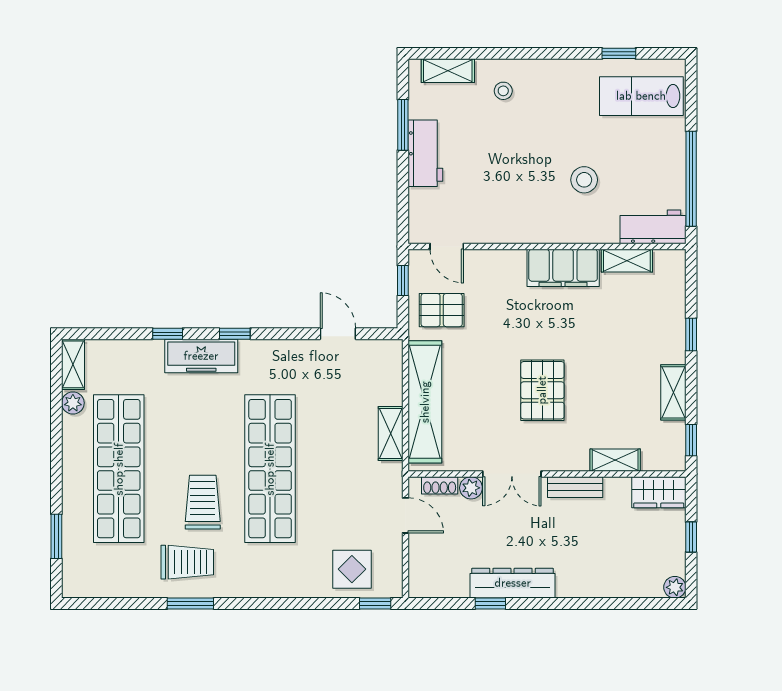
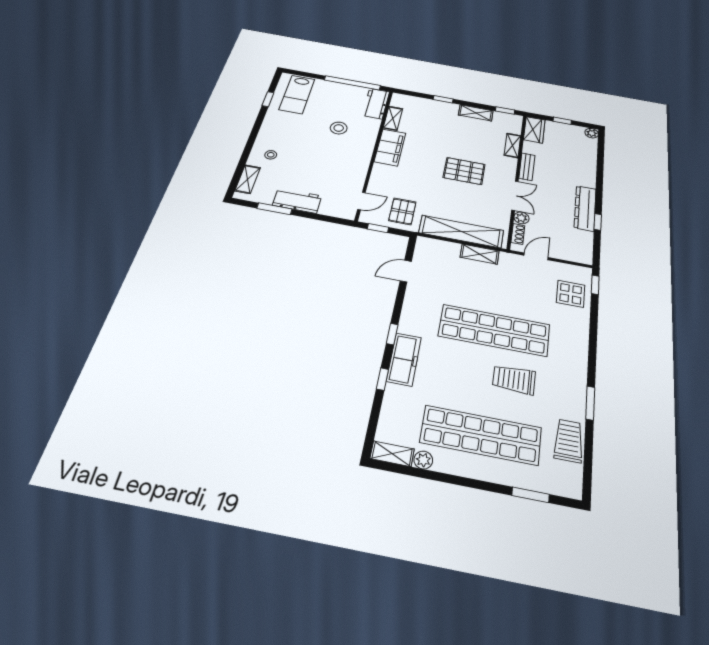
trolley: (187, 562) -> (569, 441), moved

